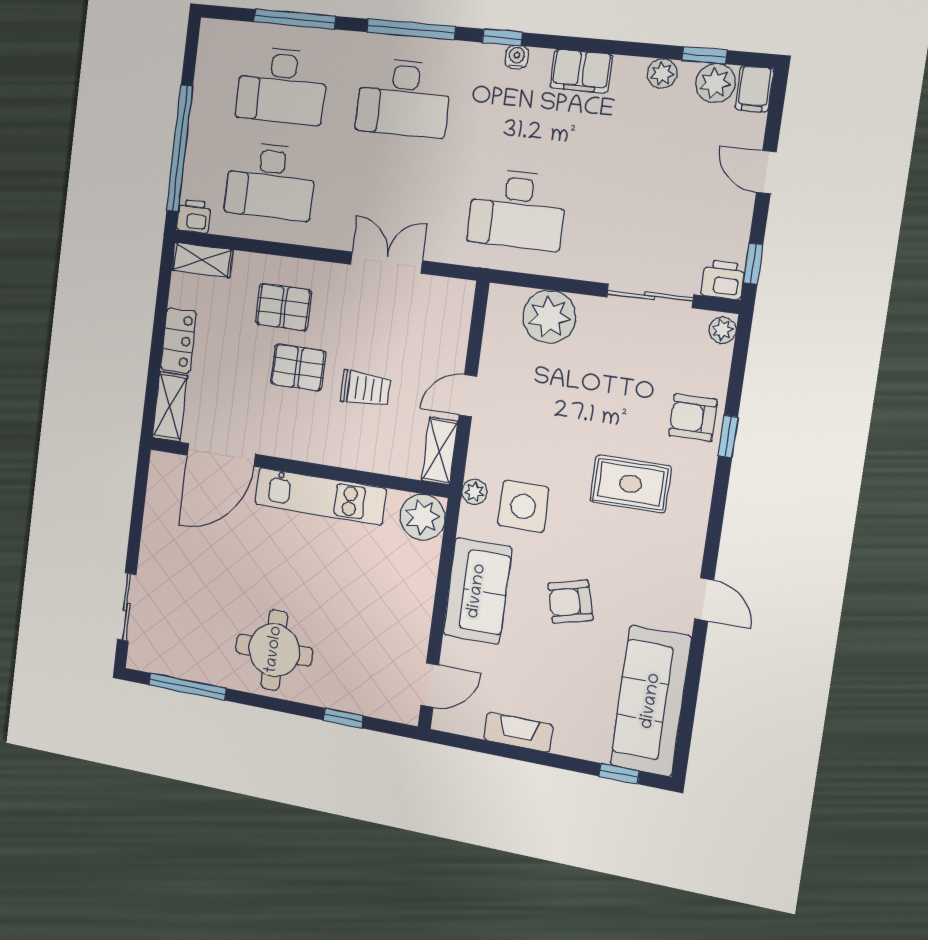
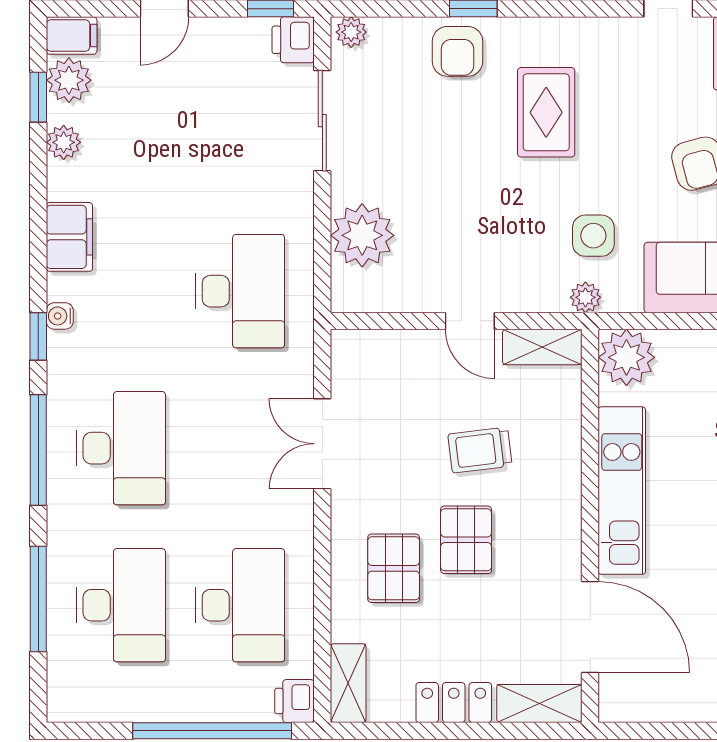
trolley: (365, 389) -> (480, 450), turned -97
side table: (523, 506) -> (593, 236), width x0.73, depth x0.73

